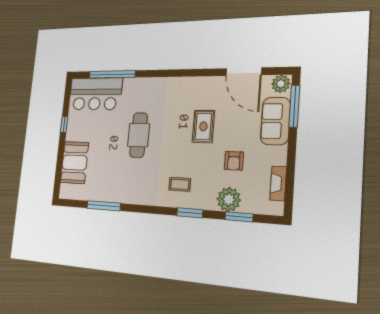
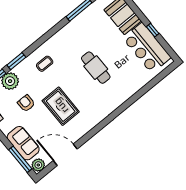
window: (112, 74) -> (148, 87), removed
bar counter: (95, 94) -> (147, 48), moved, turned -90
rug: (203, 126) -> (61, 106), width x1.36, depth x1.43
window: (190, 213) -> (16, 61), moved

